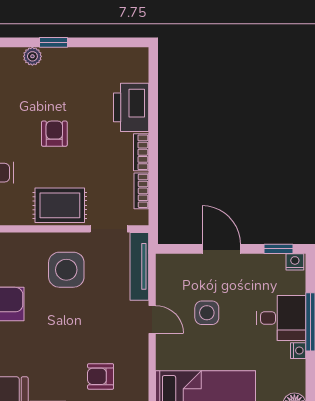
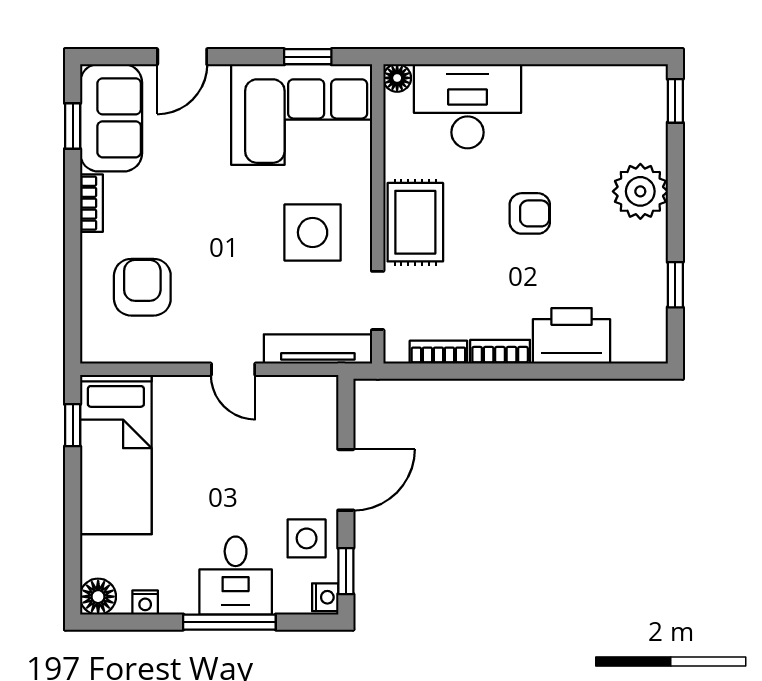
window: (54, 42) -> (675, 285), moved
plant: (32, 56) -> (640, 191), width x1.87, depth x1.87
side table: (207, 313) -> (307, 538), moved
door: (152, 320) -> (233, 369), hinge flipped
nightstand: (298, 351) -> (145, 602), moved
armchair: (101, 376) -> (142, 287), width x1.38, depth x1.38

